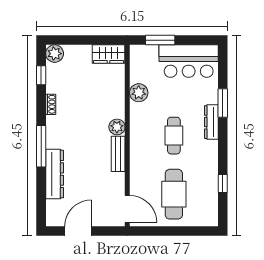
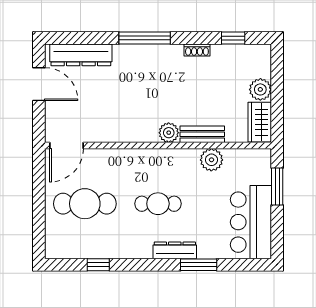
plant: (55, 54) -> (260, 89), moved
bench: (118, 154) -> (202, 134), moved
dresser: (55, 174) -> (81, 55), moved

